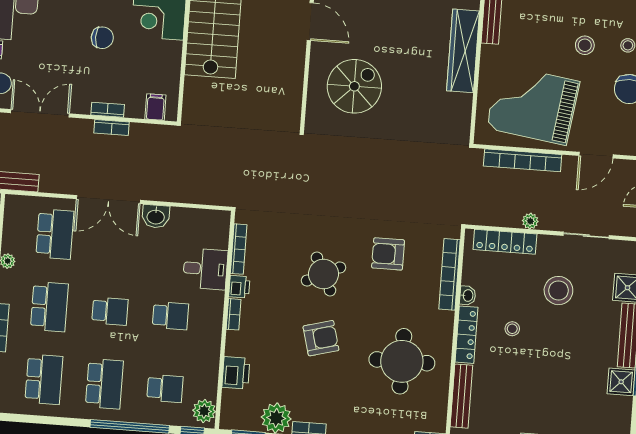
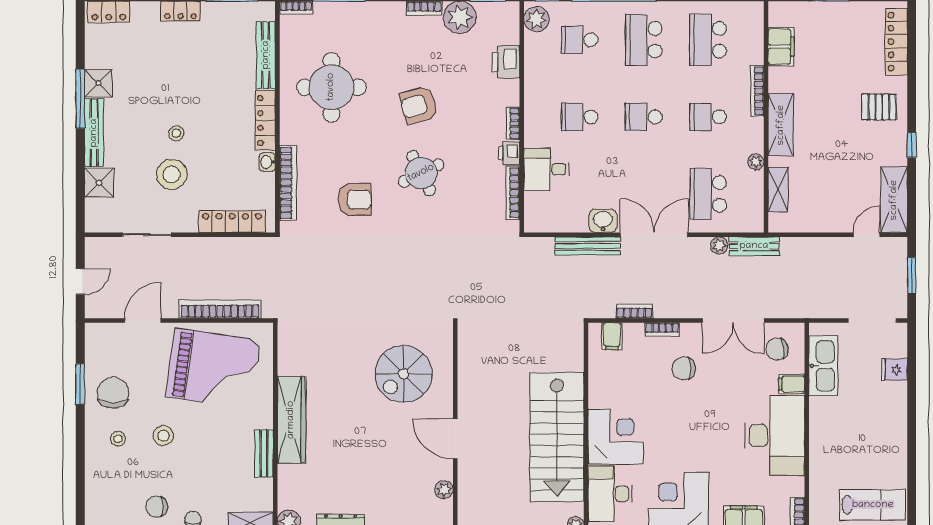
chair: (102, 38) -> (684, 368), moved
bookcase: (112, 128) -> (634, 311), moved
bench: (172, 194) -> (587, 246), added
plant: (530, 221) -> (719, 245), moved
school desk: (49, 307) -> (708, 117), width x0.54
stool: (512, 329) -> (176, 133), moved

